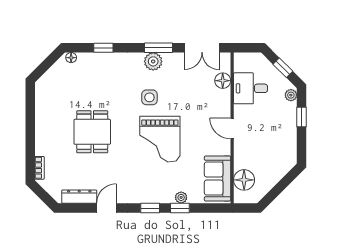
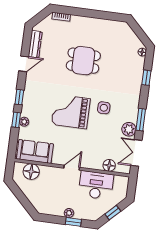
plant: (153, 61) -> (129, 129), moved
desk: (251, 88) -> (96, 185), width x1.37
plant: (291, 95) -> (69, 213), moved
door: (107, 208) -> (24, 64), hinge flipped

